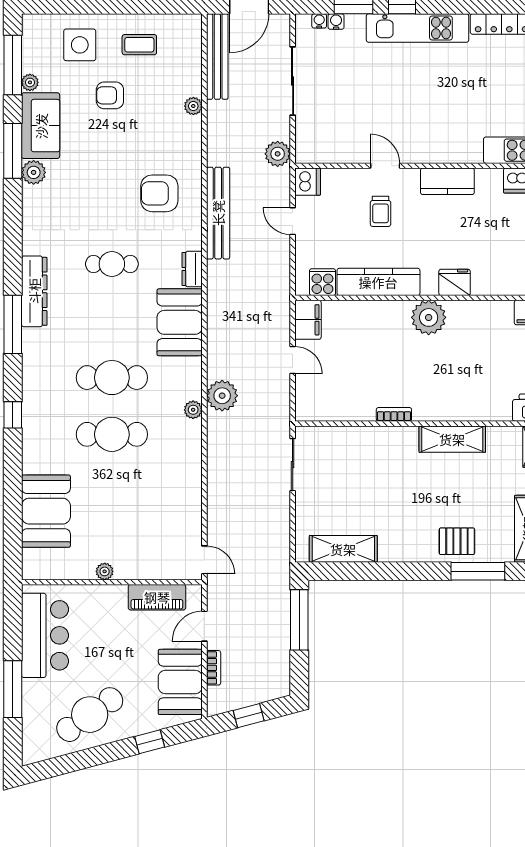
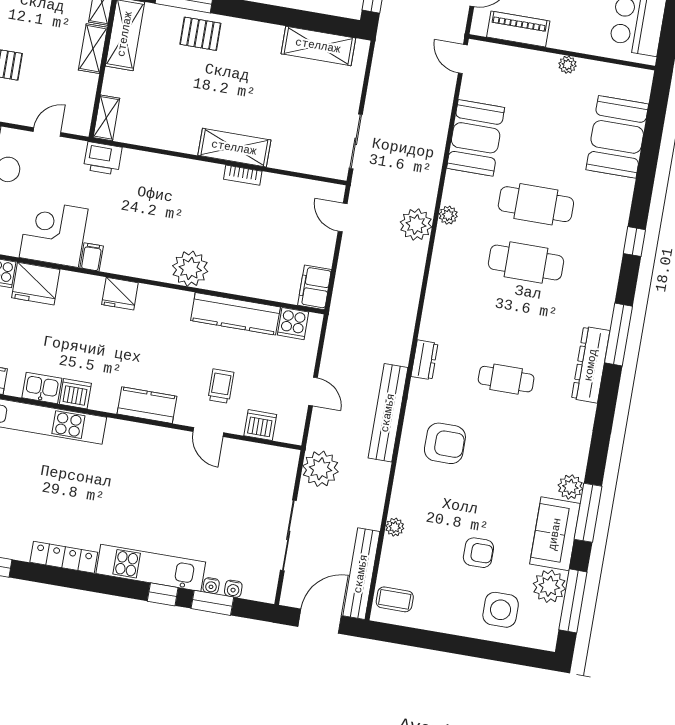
water cooler: (319, 21) -> (211, 586), moved
coffee table: (139, 45) -> (395, 599), moved
plant: (30, 82) -> (549, 586), width x1.88, depth x1.88
plant: (278, 154) -> (320, 469), width x1.36, depth x1.36
dishwasher: (308, 182) -> (260, 425), moved, turned 90
fridge: (455, 282) -> (120, 294), moved
booth: (180, 322) -> (476, 138), moved
door: (293, 360) -> (343, 218), moved
shelving: (452, 439) -> (234, 148), moved

